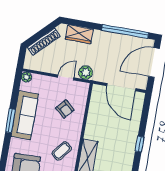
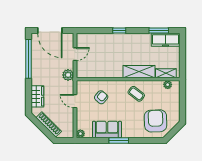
plant: (86, 72) -> (68, 75), moved
door: (121, 87) -> (75, 54), width x0.53
sofa: (25, 115) -> (107, 130), width x0.73

